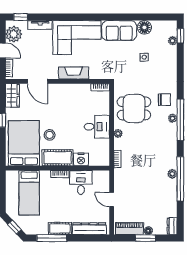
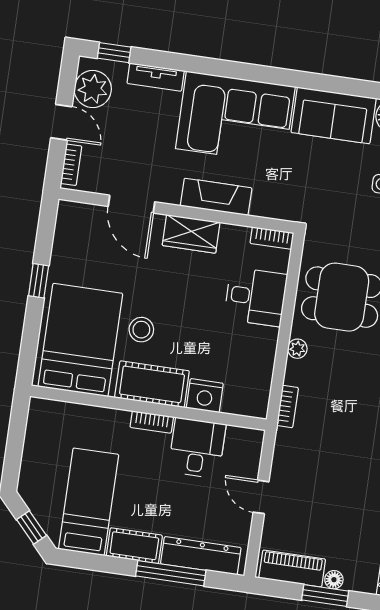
wardrobe: (12, 95) -> (191, 234), moved, turned 90
desk: (97, 127) -> (256, 297), moved
bed: (29, 193) -> (89, 502), moved, turned 180
window: (52, 238) -> (171, 573), moved

